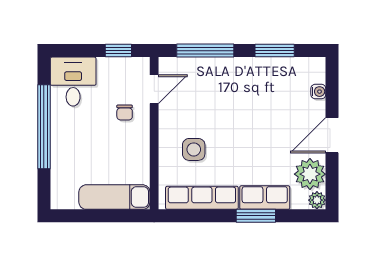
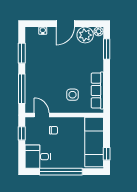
door: (332, 135) -> (65, 24), hinge flipped
exam couch: (114, 197) -> (94, 142), width x1.36, depth x1.45
row of seats: (265, 198) -> (97, 58), removed
window: (79, 216) -> (107, 154), added
window: (256, 216) -> (107, 49), moved

